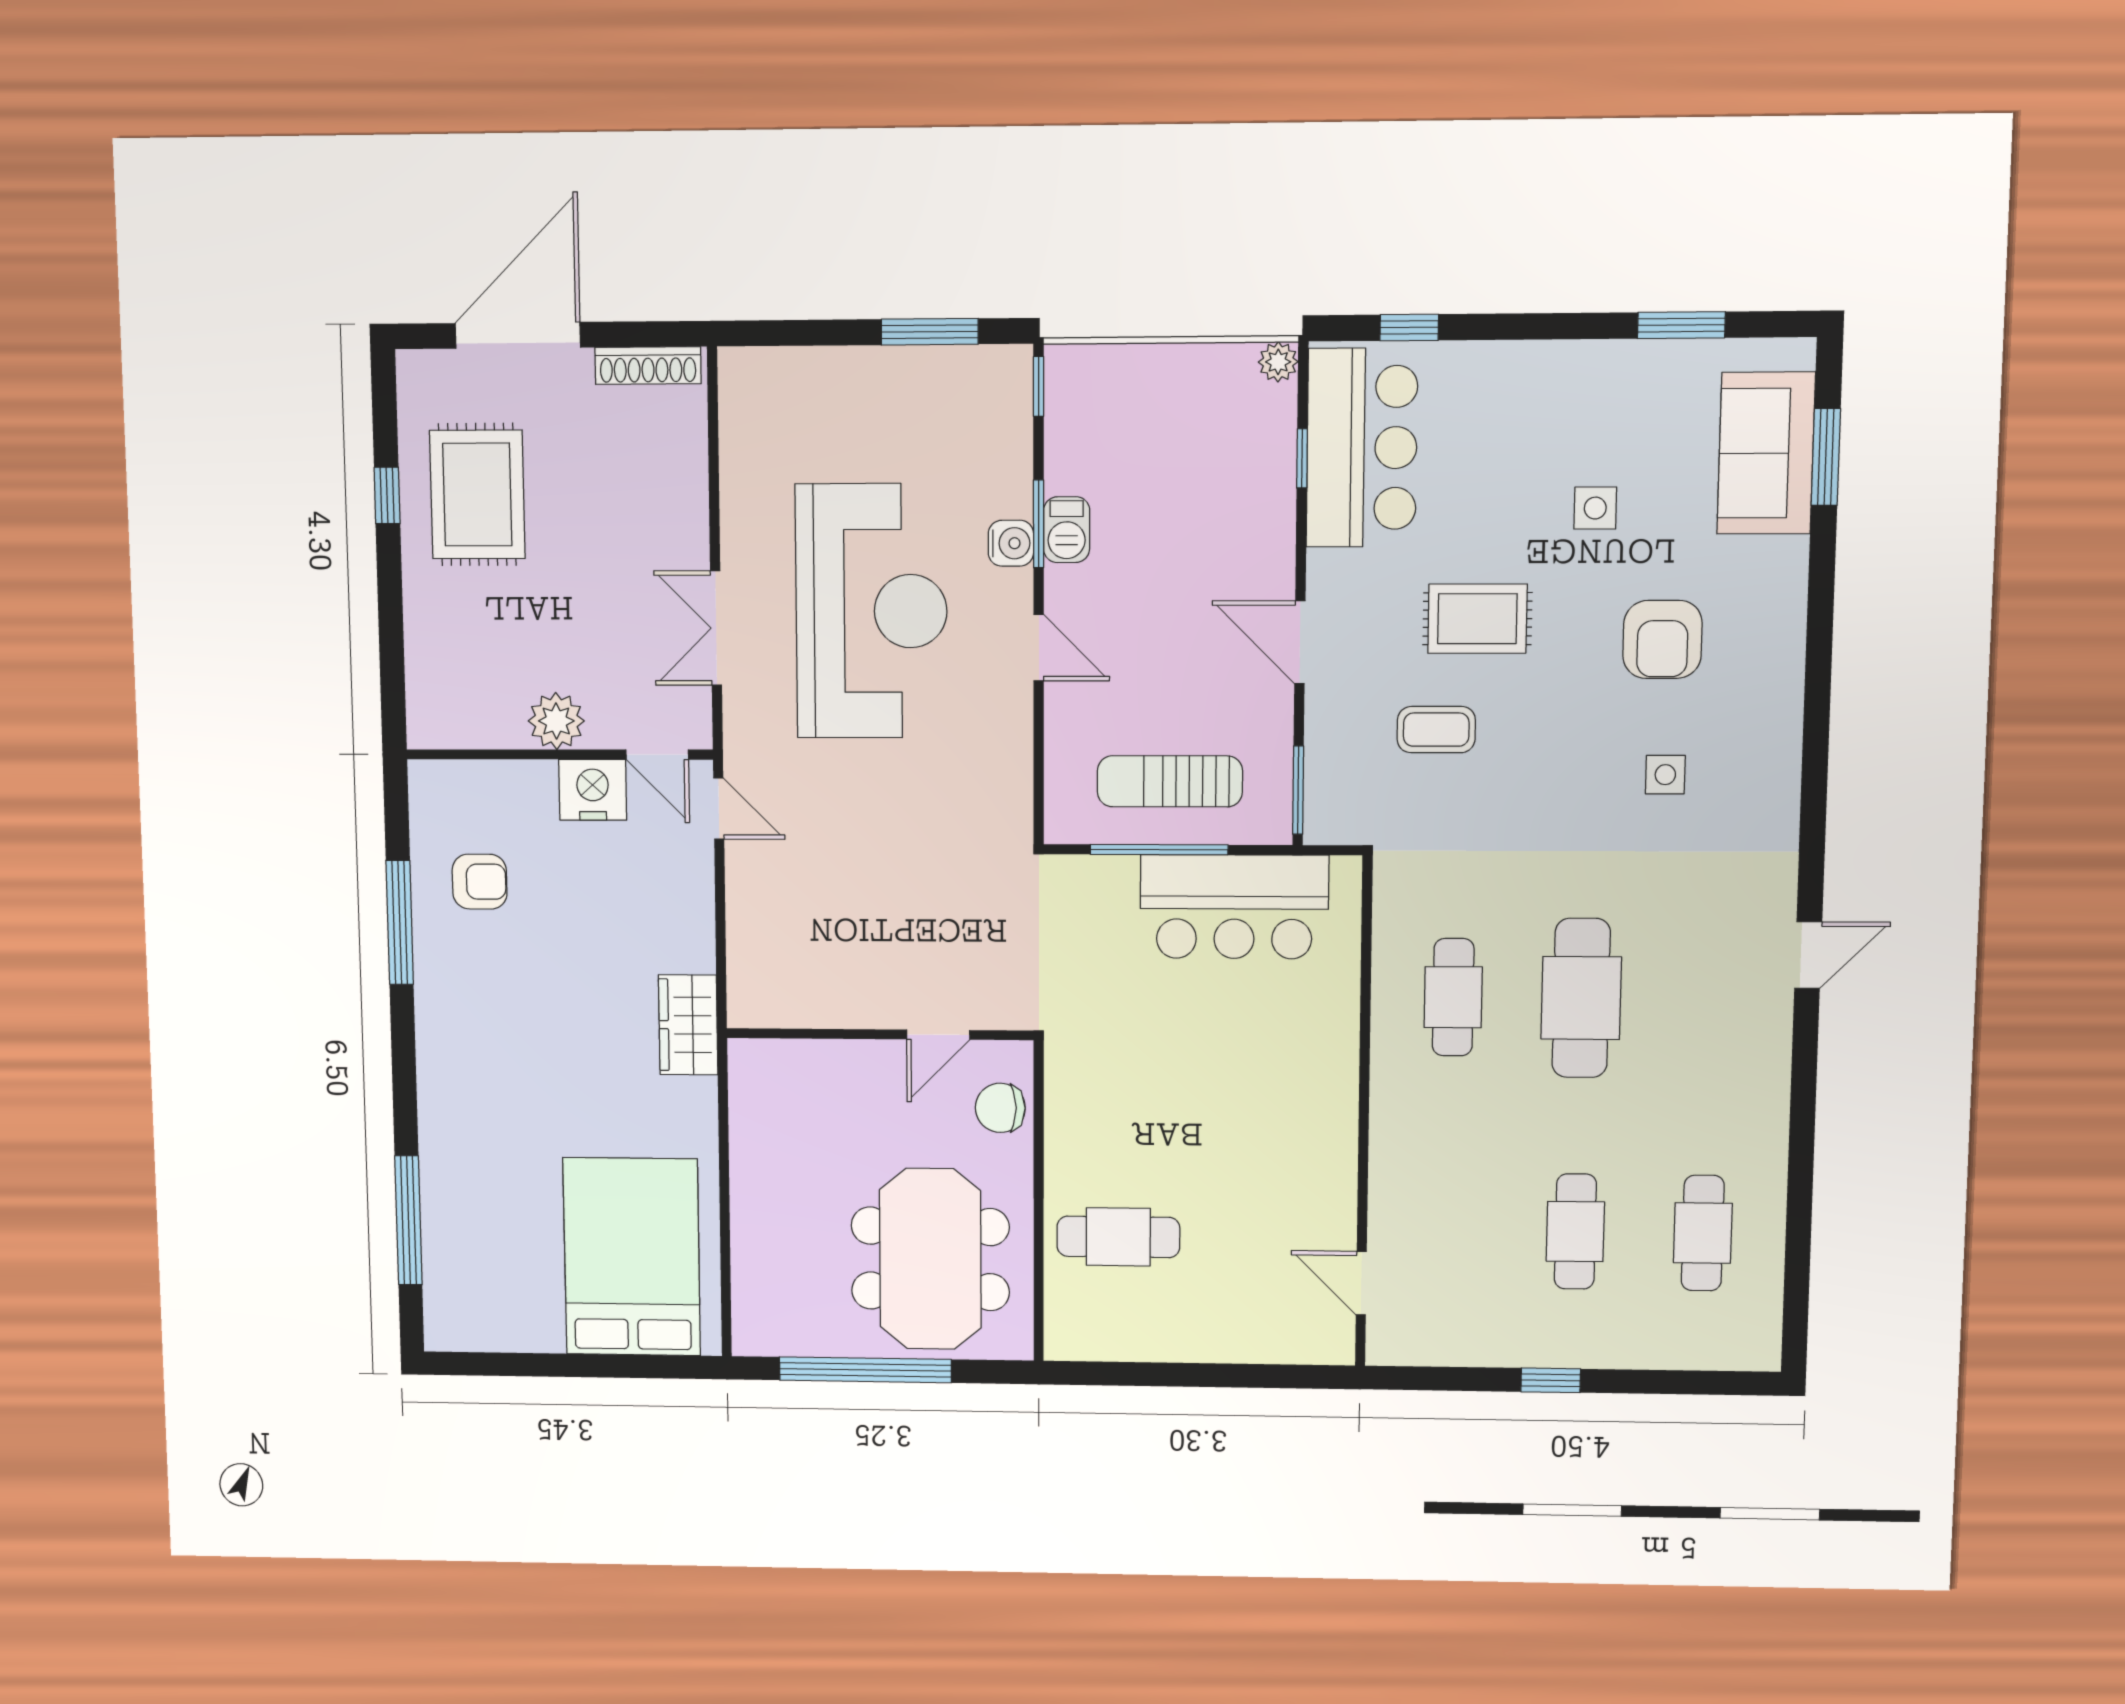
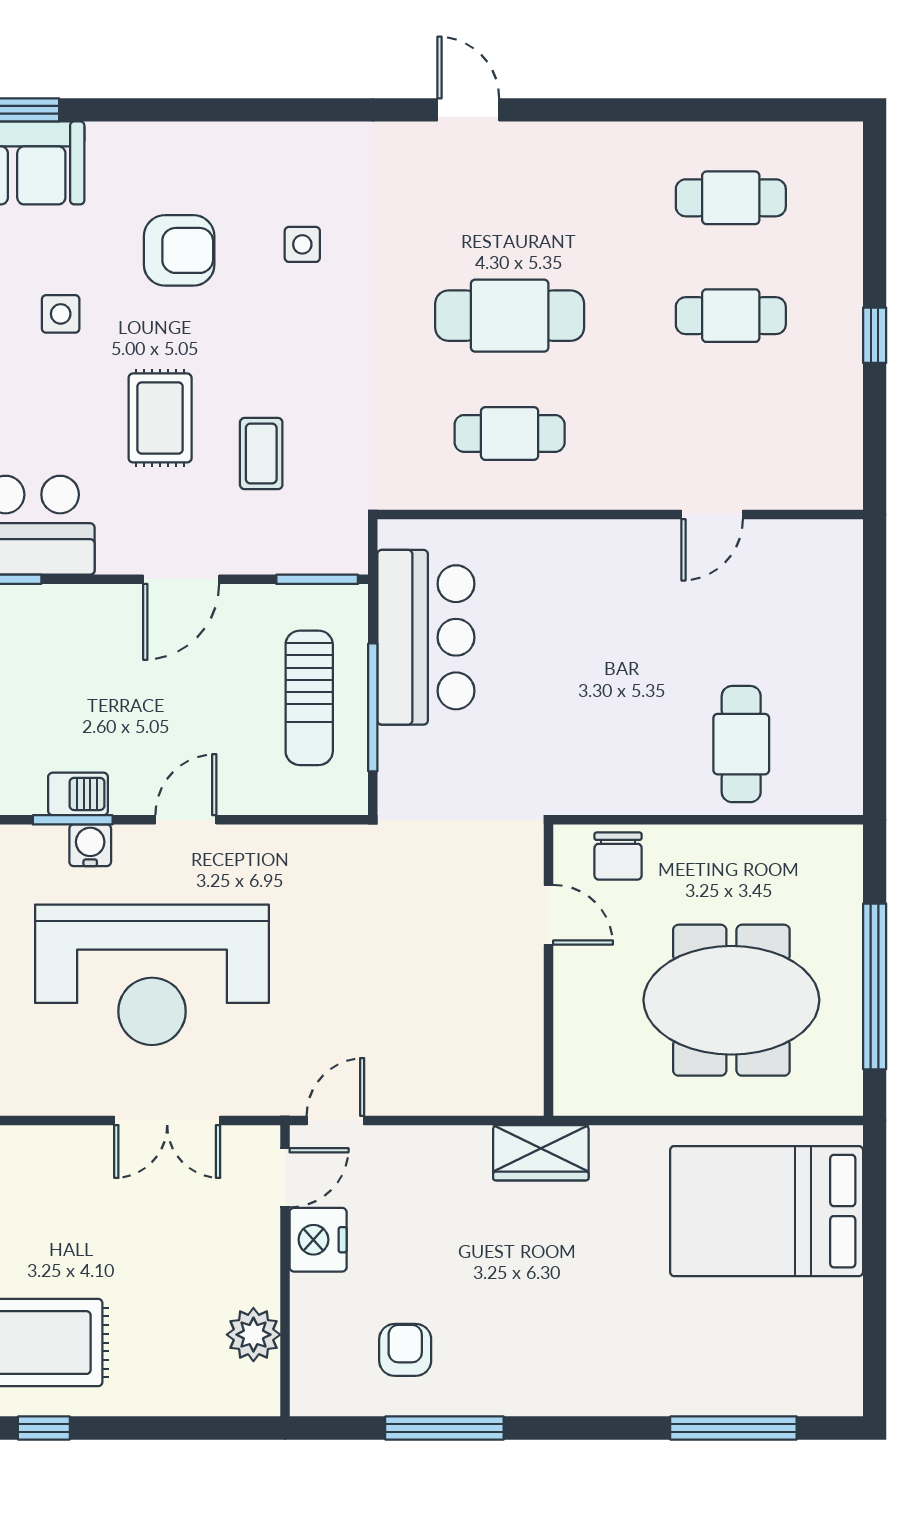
reception desk: (871, 611) -> (152, 975), turned 180
plant: (556, 721) -> (253, 1335), moved
meeting table: (930, 1259) -> (731, 1000), moved
door: (1361, 1283) -> (712, 515), moved

